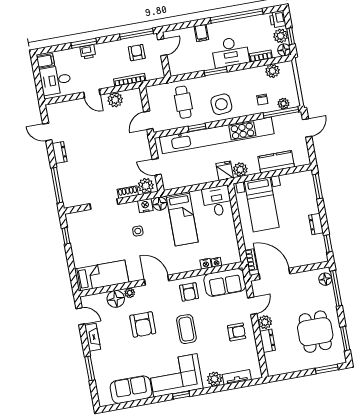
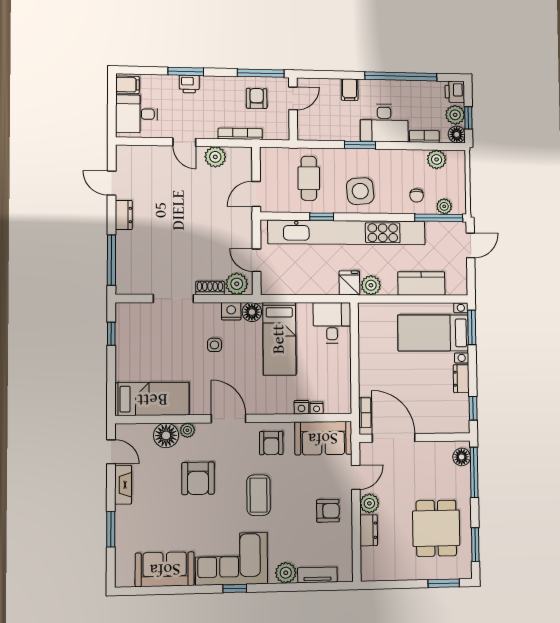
bed with nightstands: (262, 204) -> (433, 333), moved, turned 90

